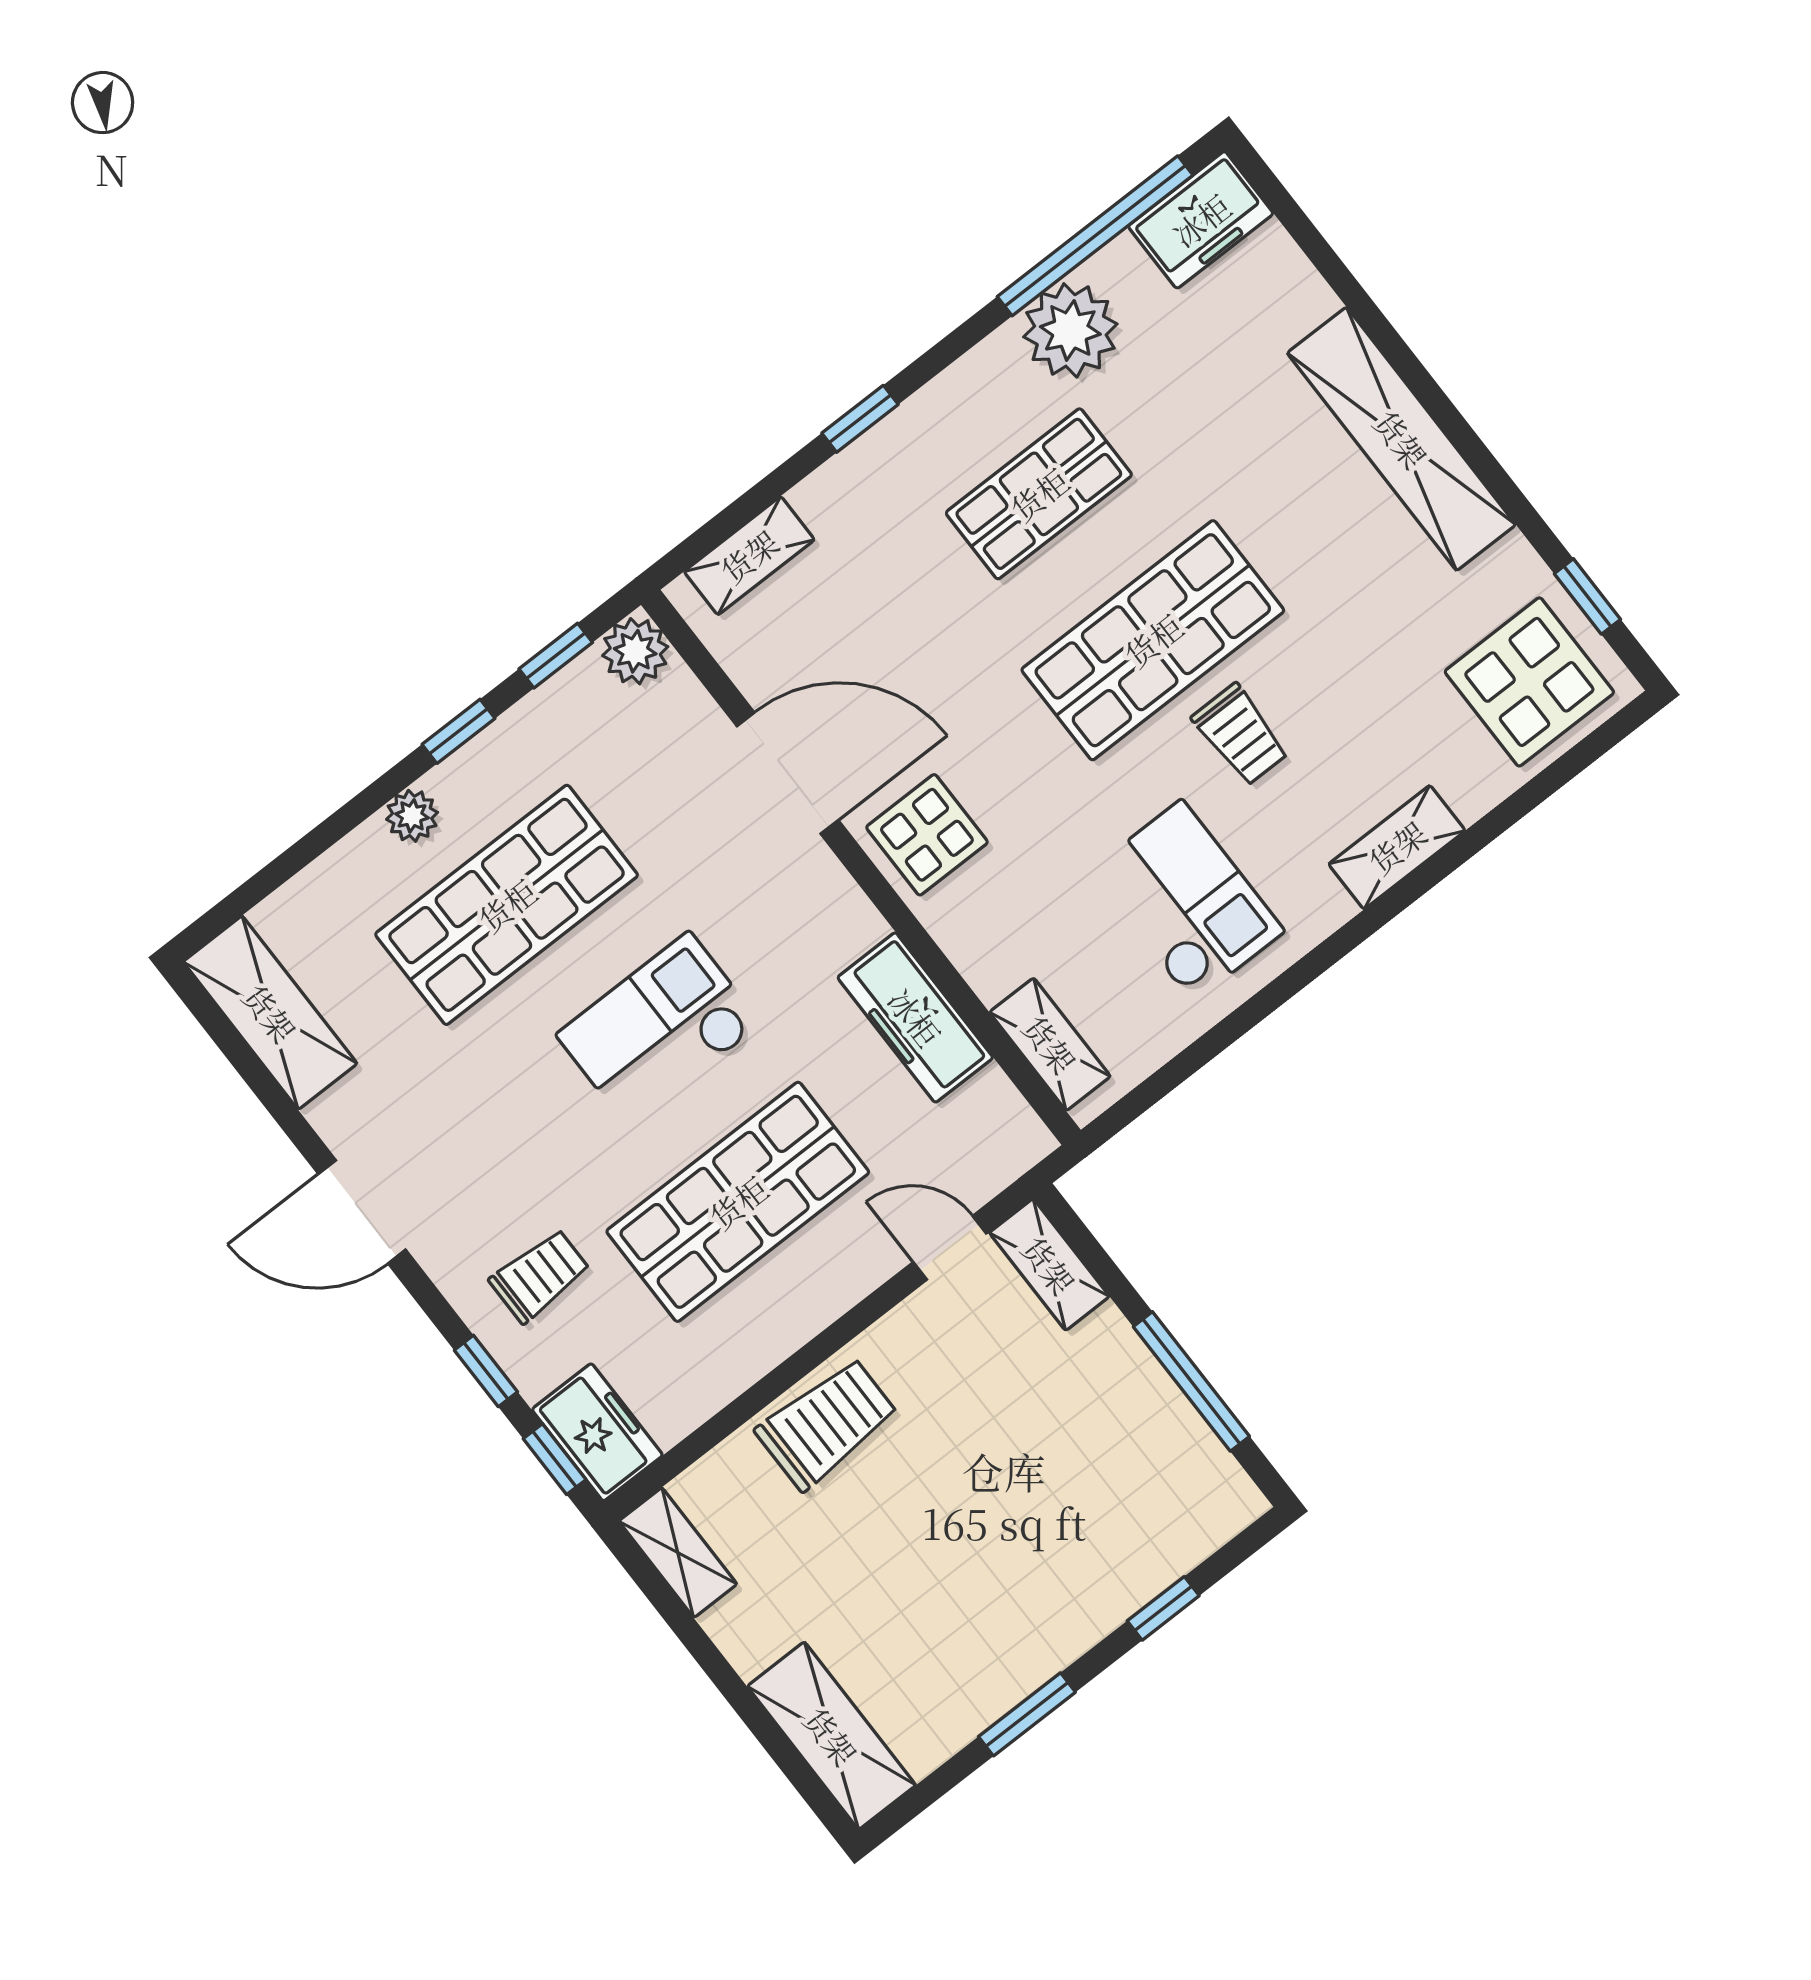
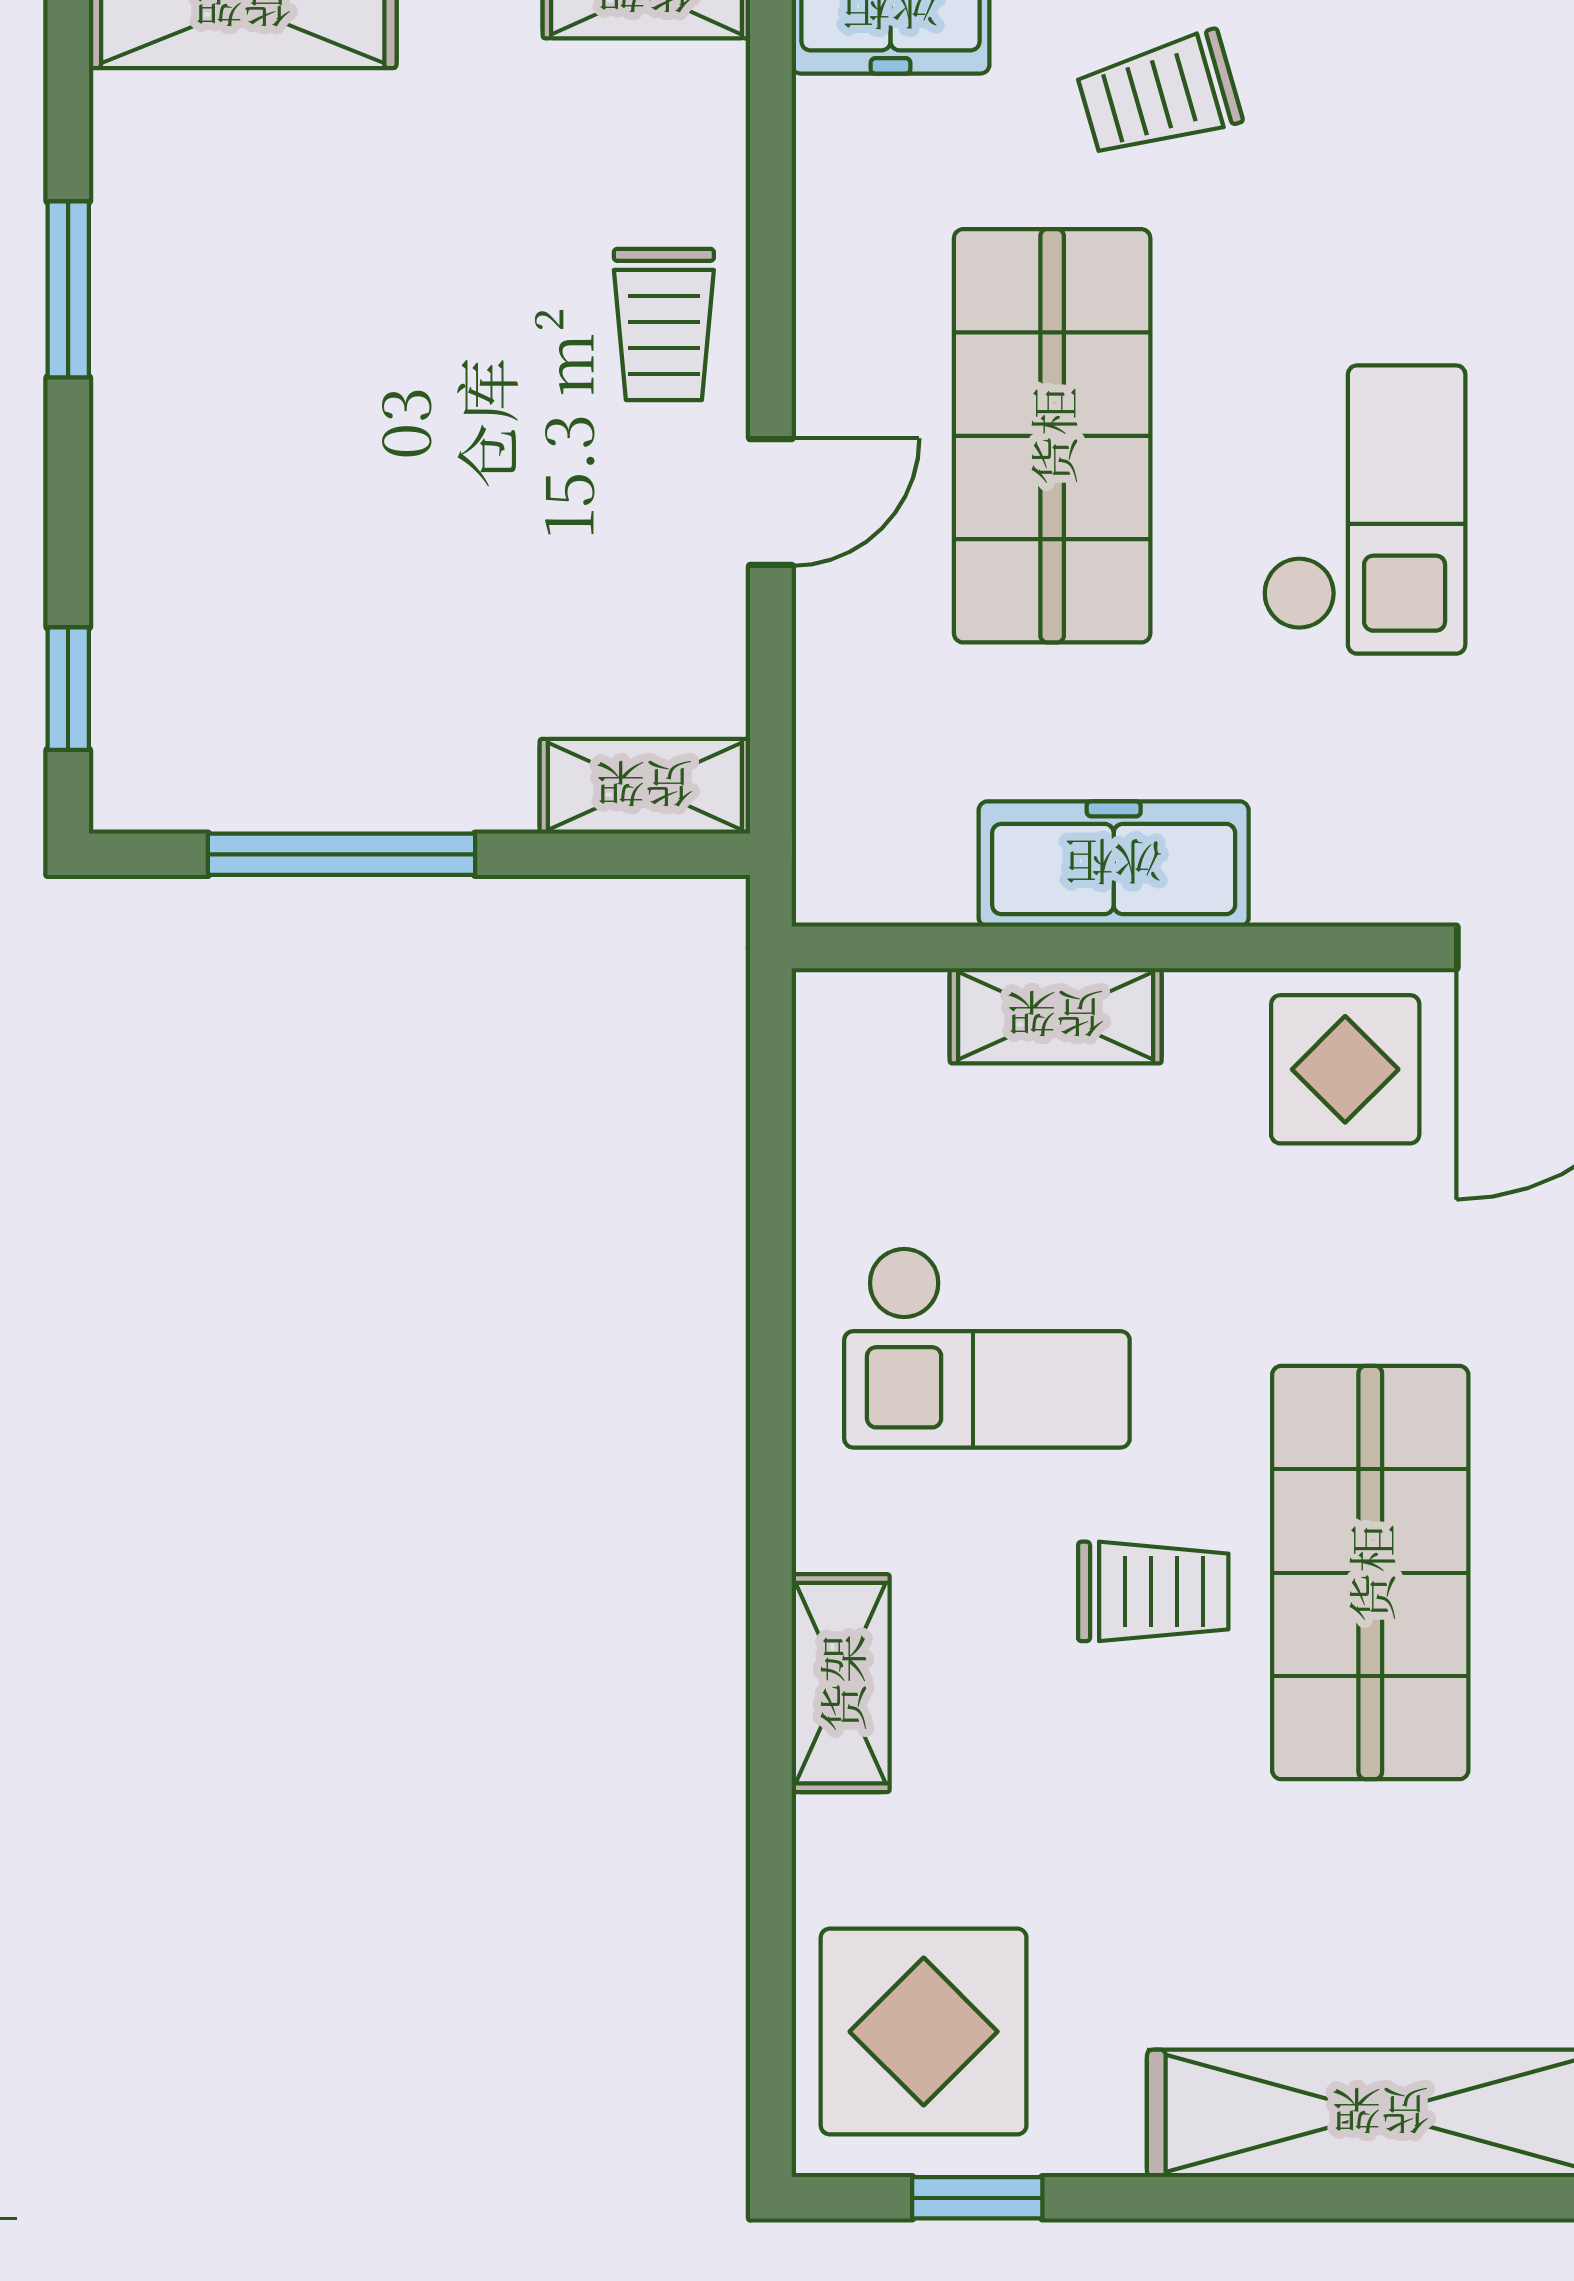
trolley: (1240, 735) -> (1153, 1591), turned 180
shelving: (1050, 1044) -> (1056, 1016), moved
door: (950, 1248) -> (771, 502), moved
trolley: (540, 1276) -> (1159, 95), turned 74
trolley: (827, 1424) -> (664, 324), width x0.73, depth x0.72
window: (1163, 1608) -> (68, 689), moved

